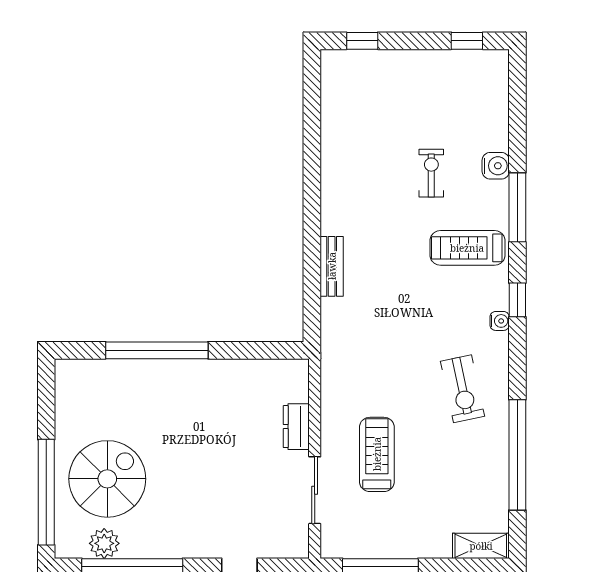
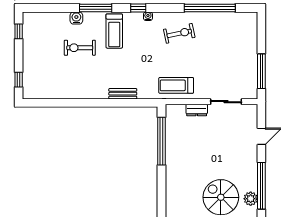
exercise bike: (431, 173) -> (80, 48), width x1.38, depth x1.39
window: (157, 350) -> (162, 141), moved
treadmill: (377, 454) -> (176, 85), moved
shelving: (481, 546) -> (252, 25), removed

